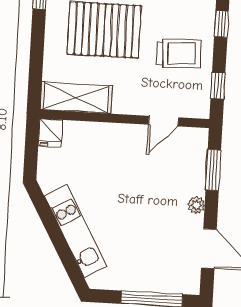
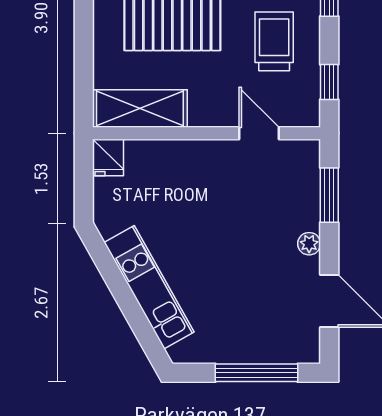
trolley: (179, 53) -> (274, 41), turned -87
door: (164, 121) -> (259, 133), swing flipped

